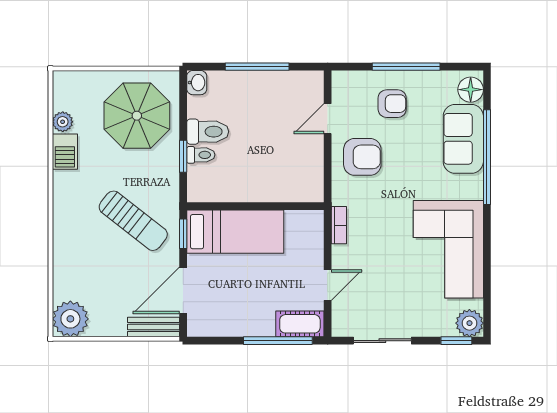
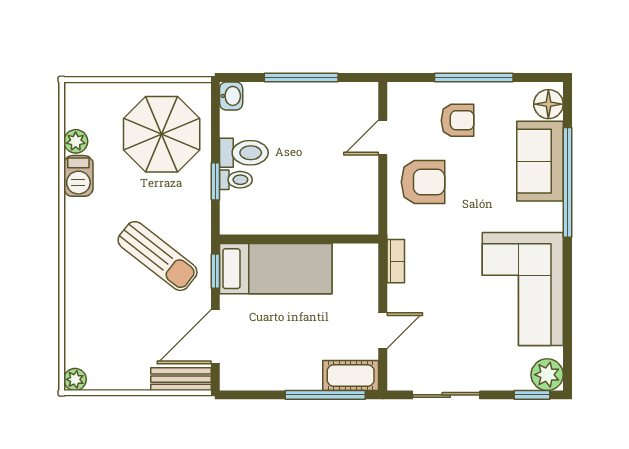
plant: (70, 319) -> (75, 379), width x0.53, depth x0.53

